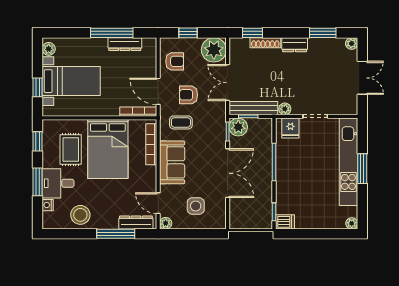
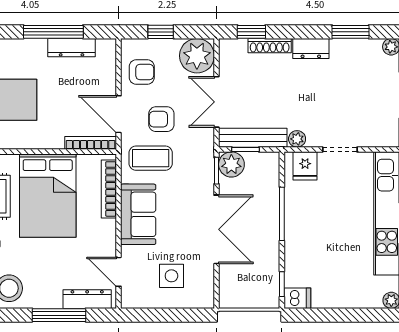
coffee table: (181, 122) -> (151, 158), width x1.36, depth x1.30
plant: (166, 223) -> (129, 300), removed

